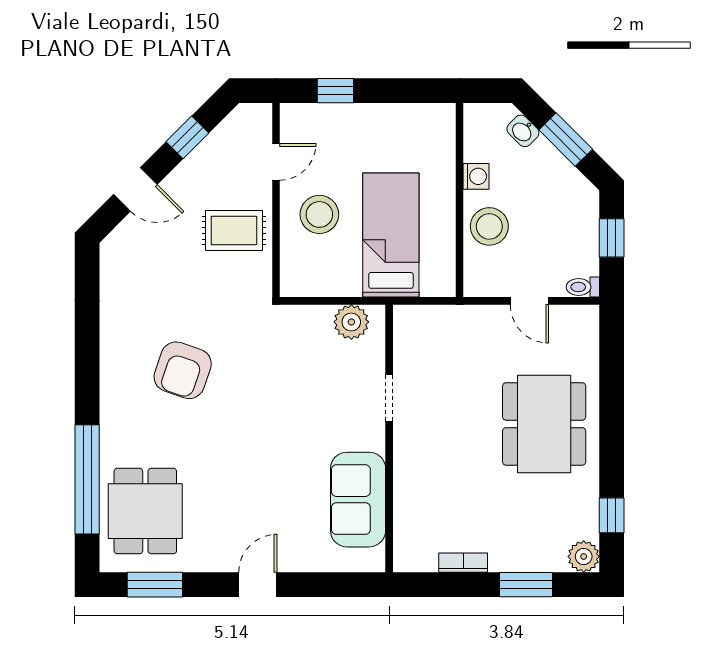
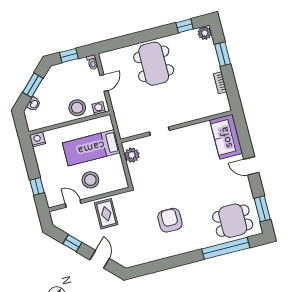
nightstand: (441, 119) -> (37, 139), added
washing machine: (476, 176) -> (99, 108), moved
armchair: (183, 370) -> (170, 220), turned -109
dining table: (544, 424) -> (154, 64), turned 90
sofa: (358, 500) -> (226, 137), moved, turned 90

